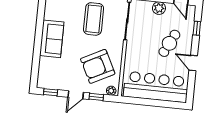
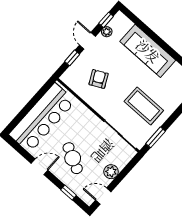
sofa: (52, 39) -> (148, 51), width x1.36
armchair: (98, 66) -> (99, 79), width x0.53, depth x0.53
plant: (111, 91) -> (107, 32), moved

